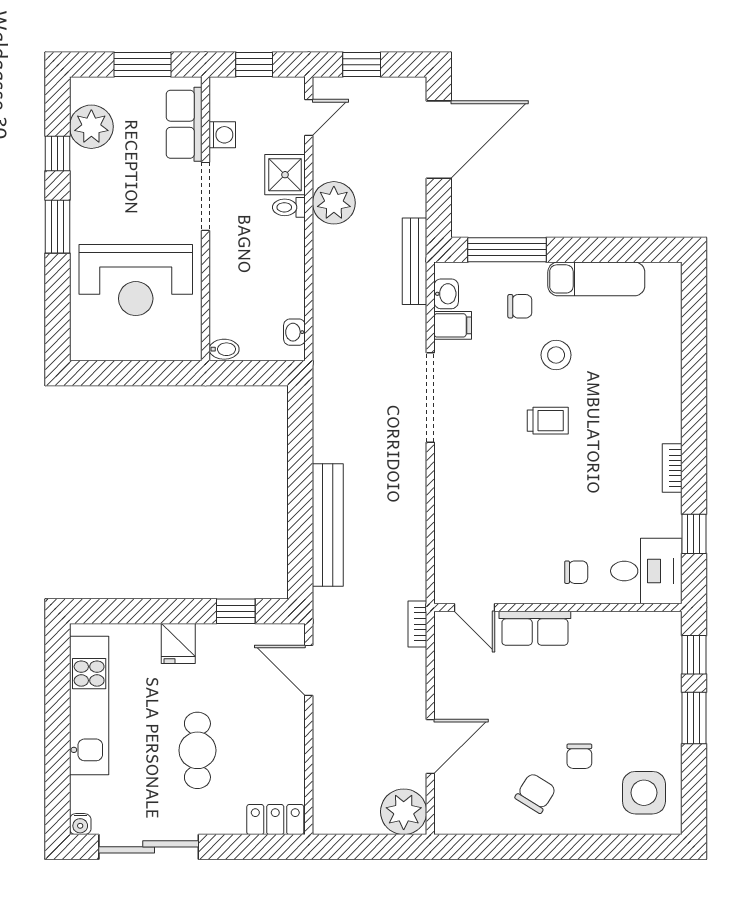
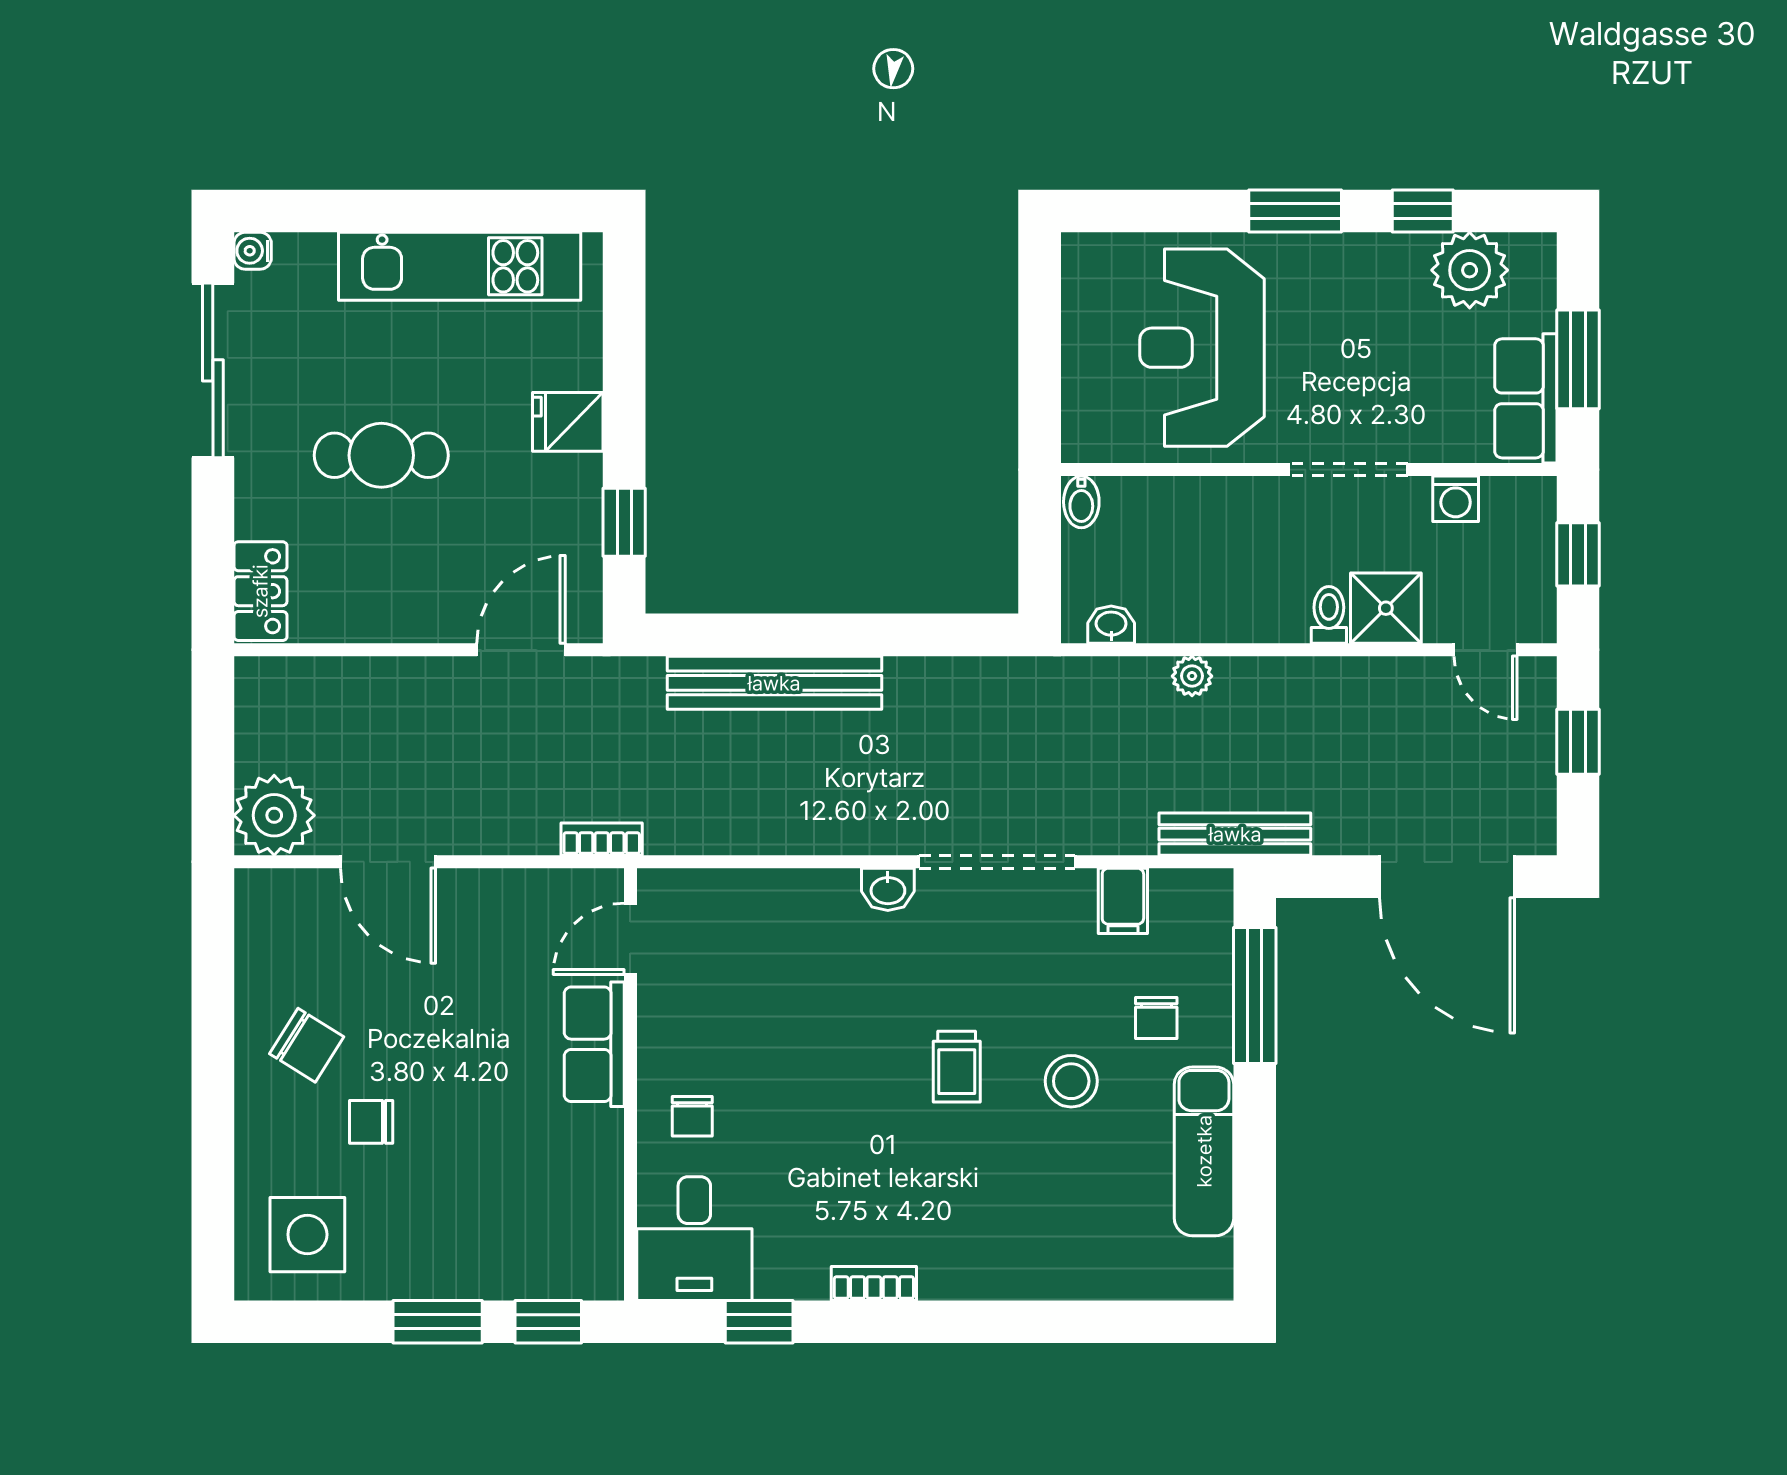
row of seats: (184, 124) -> (1526, 398), moved, turned -90
plant: (334, 203) -> (1192, 676), moved, width x0.53, depth x0.53
washbasin: (446, 294) -> (888, 889), moved

